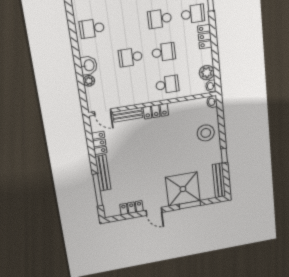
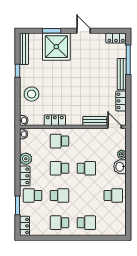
plant: (207, 73) -> (26, 159), moved
locker: (156, 111) -> (55, 120), moved
locker: (132, 208) -> (116, 38), moved

